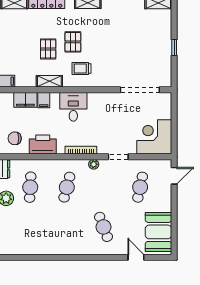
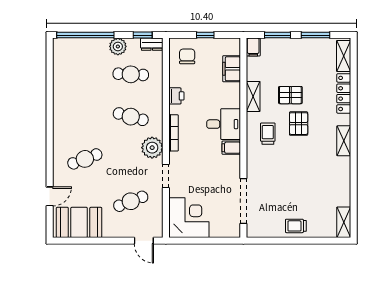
pallet: (73, 42) -> (299, 124), turned 90
trolley: (161, 44) -> (296, 226), added
window: (174, 48) -> (292, 241), removed
filing cabinet: (44, 100) -> (231, 148), moved
printer: (43, 145) -> (176, 96), width x0.53, depth x0.68
plant: (94, 164) -> (152, 148), width x1.88, depth x1.88
cafe table: (140, 187) -> (131, 201), turned -33

